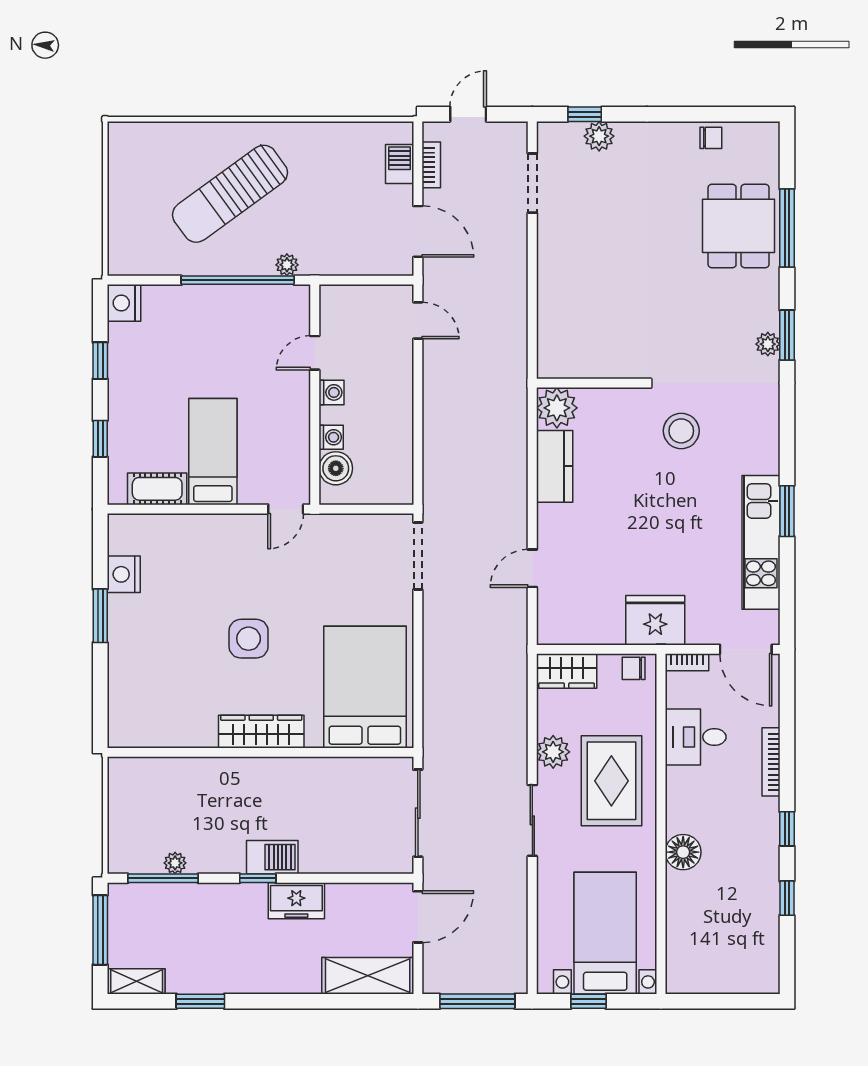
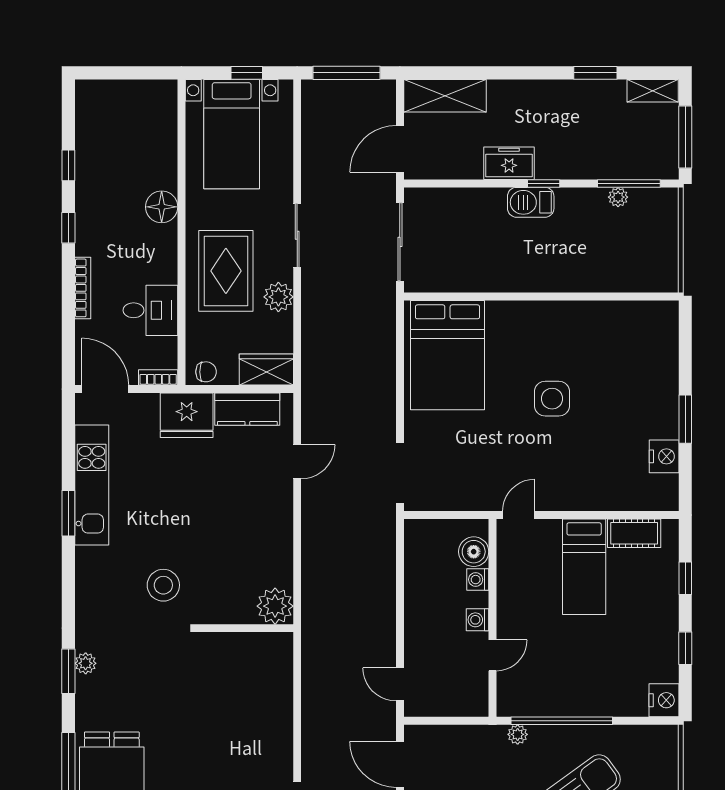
kitchen counter: (555, 466) -> (247, 409), moved, turned -90
wardrobe: (261, 732) -> (541, 315), removed

